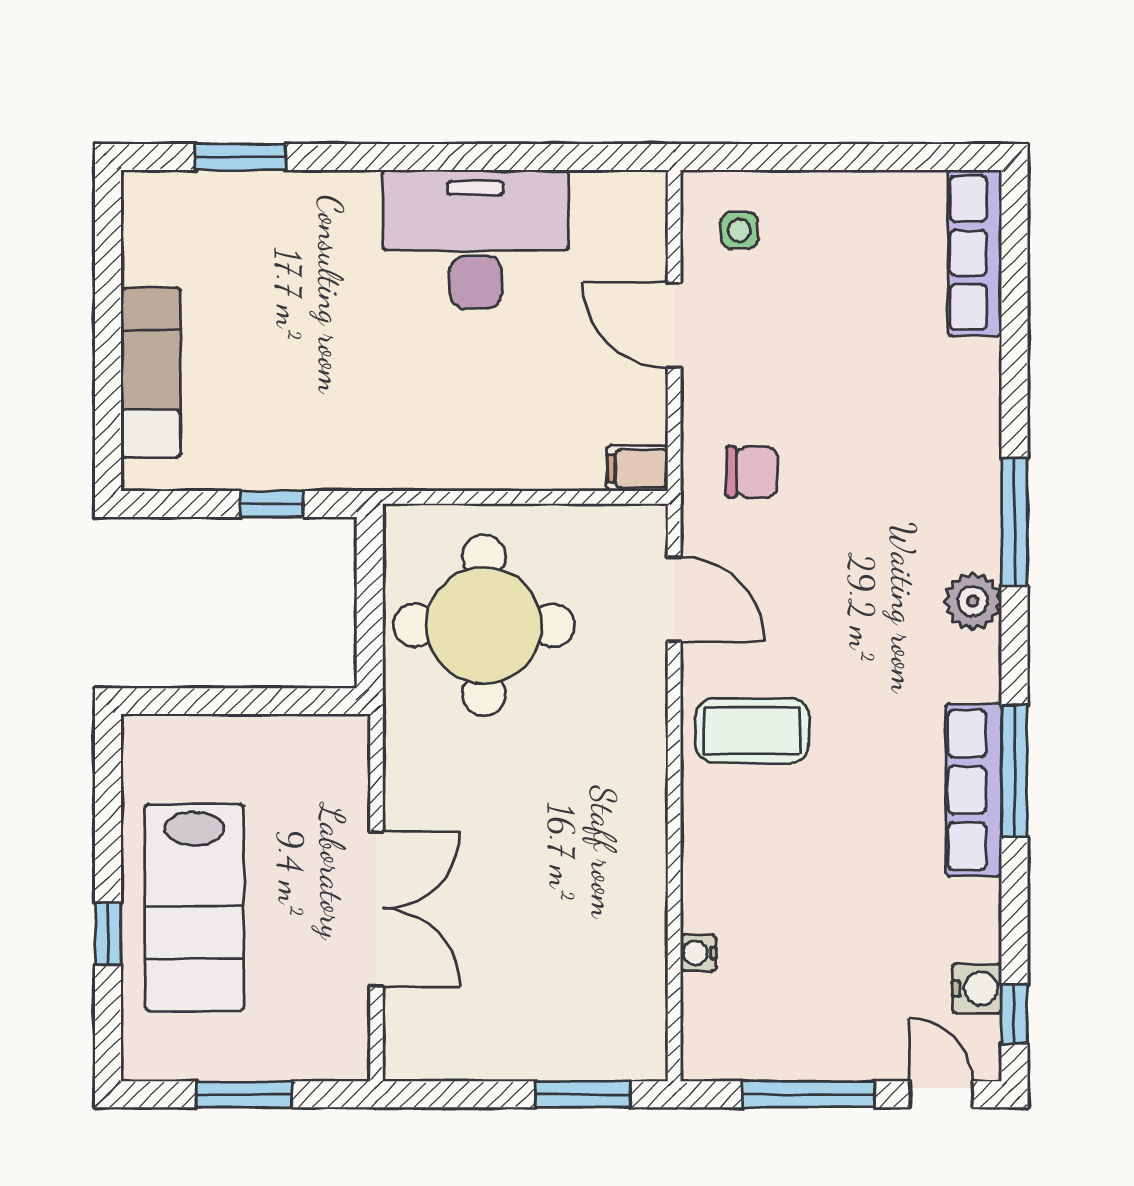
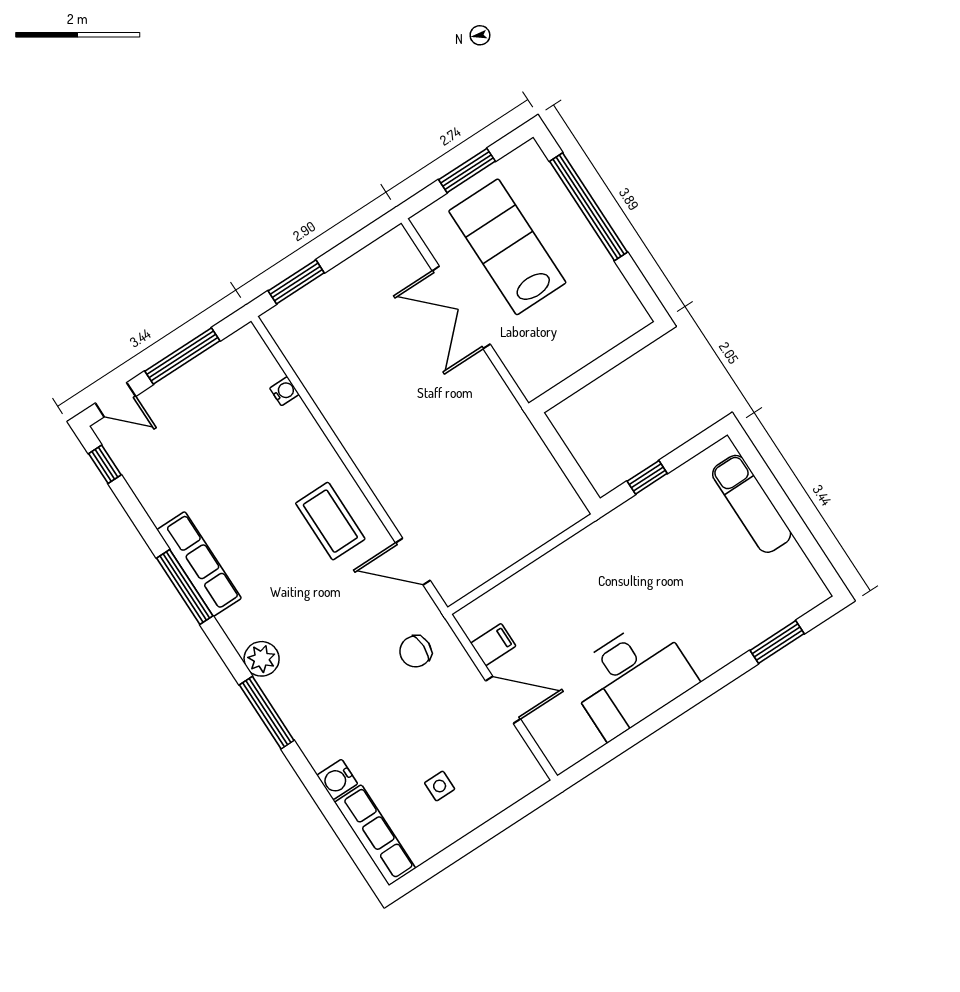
side table: (739, 230) -> (440, 786), moved
filing cabinet: (638, 468) -> (493, 645), moved
round table: (484, 625) -> (500, 486), removed
coffee table: (752, 730) -> (330, 521), turned 90
lab bench: (194, 907) -> (507, 247), moved
window: (108, 934) -> (588, 207), width x3.17
water cooler: (977, 989) -> (337, 780), moved

